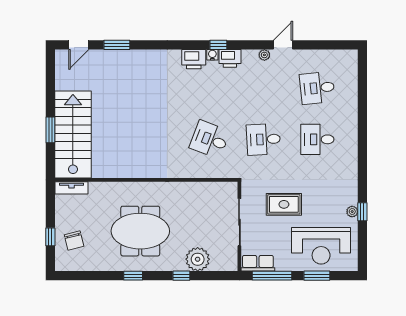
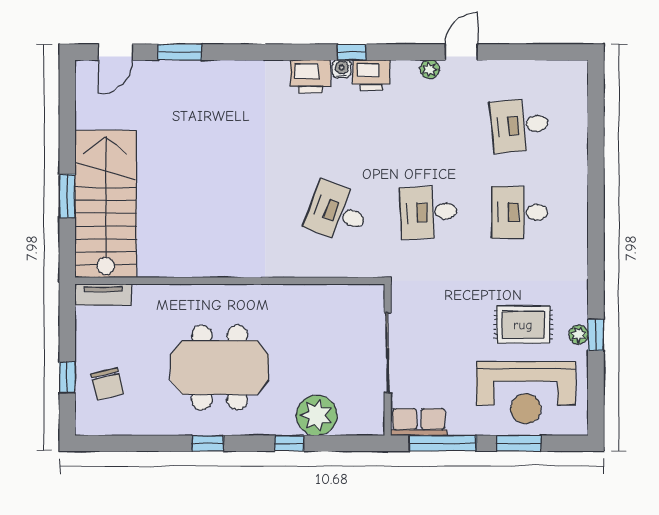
rug: (284, 204) -> (523, 325), moved

